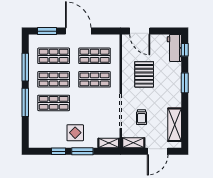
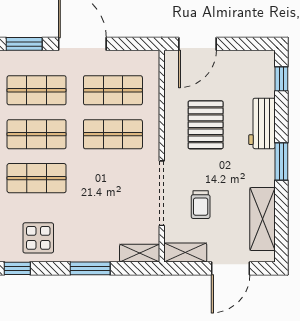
door: (140, 31) -> (197, 44), hinge flipped
workbench: (174, 48) -> (262, 123), moved
window: (185, 83) -> (281, 162), moved
display table: (75, 133) -> (38, 238), moved
window: (59, 151) -> (17, 268), moved

